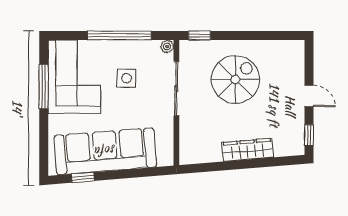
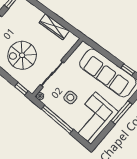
window: (44, 86) -> (122, 112), moved
wardrobe: (248, 150) -> (54, 27), moved

